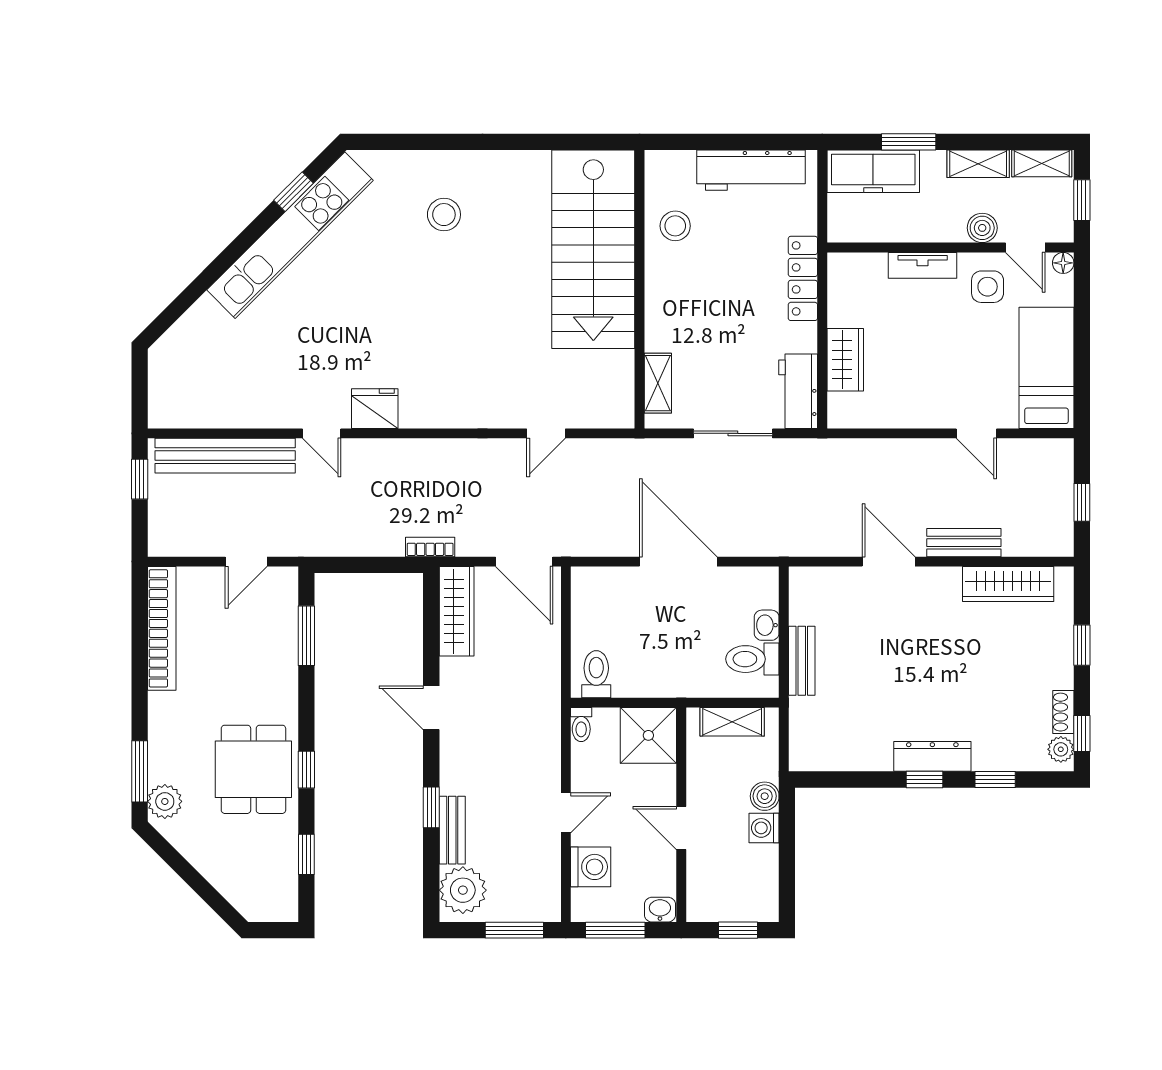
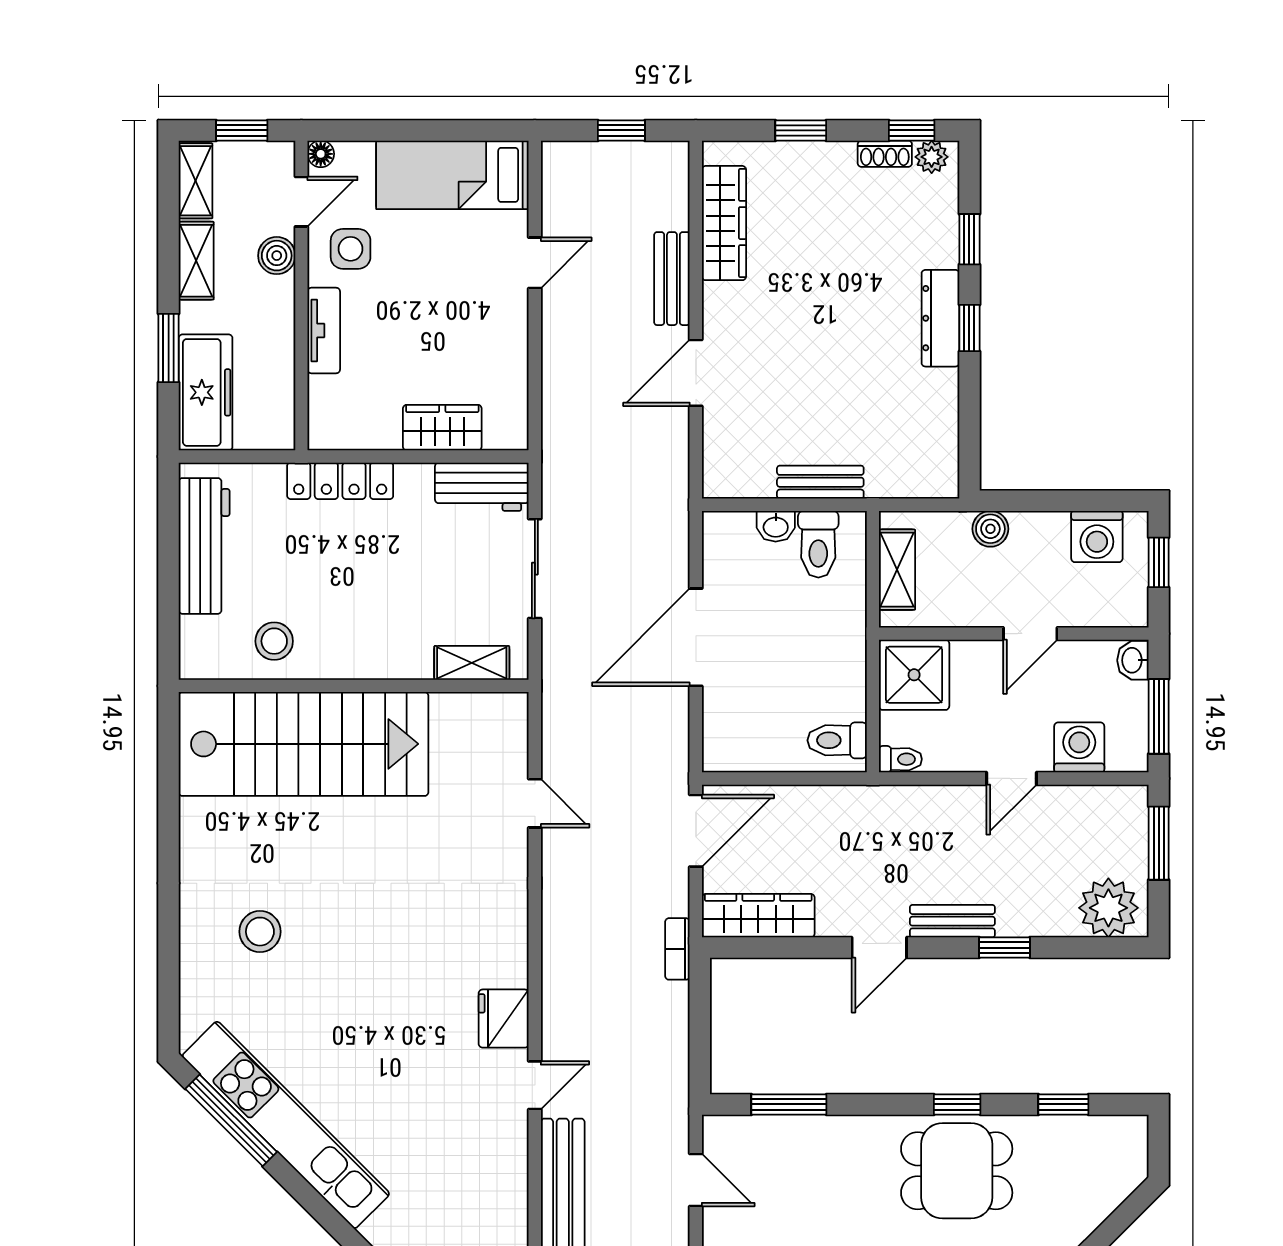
window: (294, 192) -> (231, 1120), width x2.17
door: (566, 813) -> (1011, 778), swing flipped
washing machine: (764, 828) -> (1097, 537), moved, width x1.38, depth x1.38
bench: (452, 830) -> (952, 921), moved

